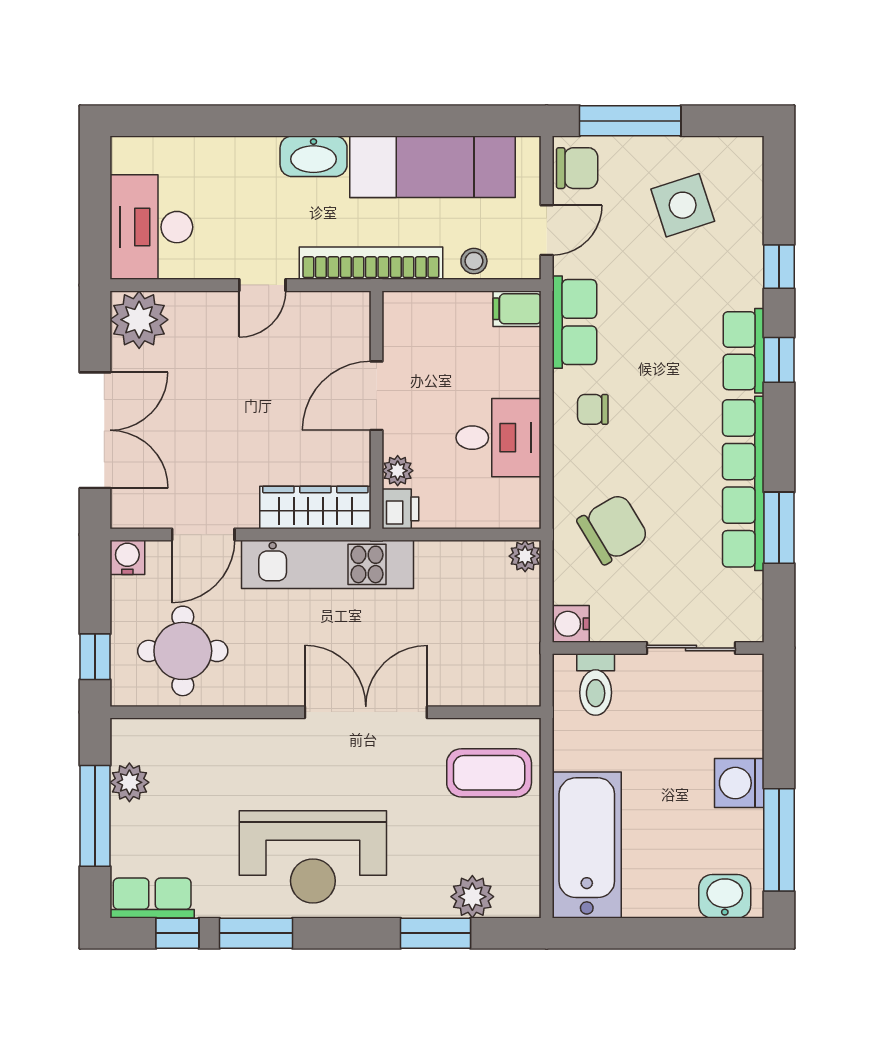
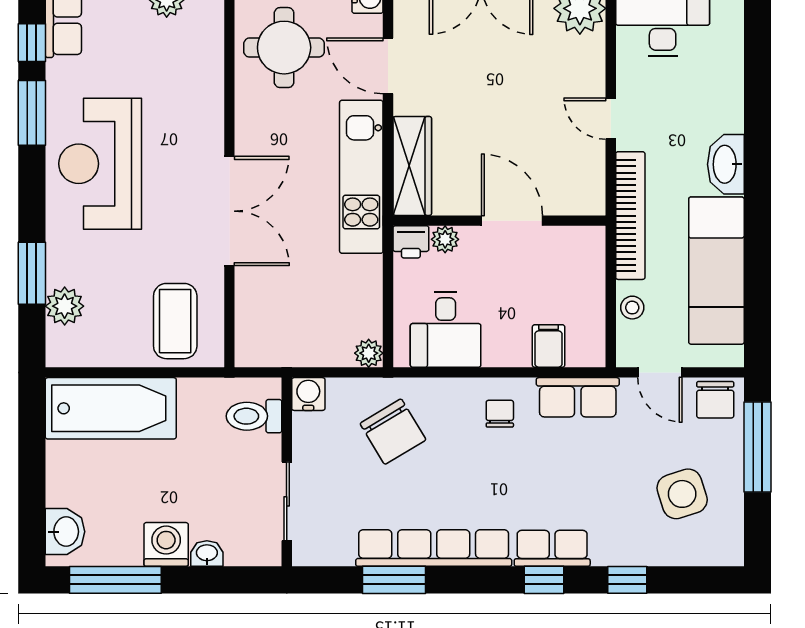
filing cabinet: (517, 309) -> (549, 346), moved
desk: (499, 438) -> (446, 330), moved
washbasin: (749, 737) -> (207, 554), added

